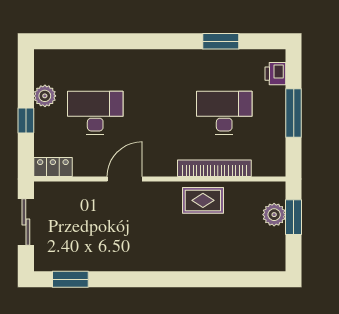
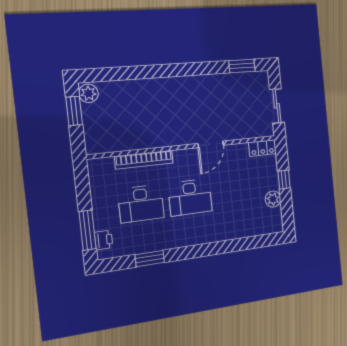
desk: (95, 113) -> (190, 197), moved
window: (294, 113) -> (88, 230), moved
rug: (203, 200) -> (150, 134), removed
plant: (274, 215) -> (88, 93), moved
window: (294, 217) -> (74, 111), moved

